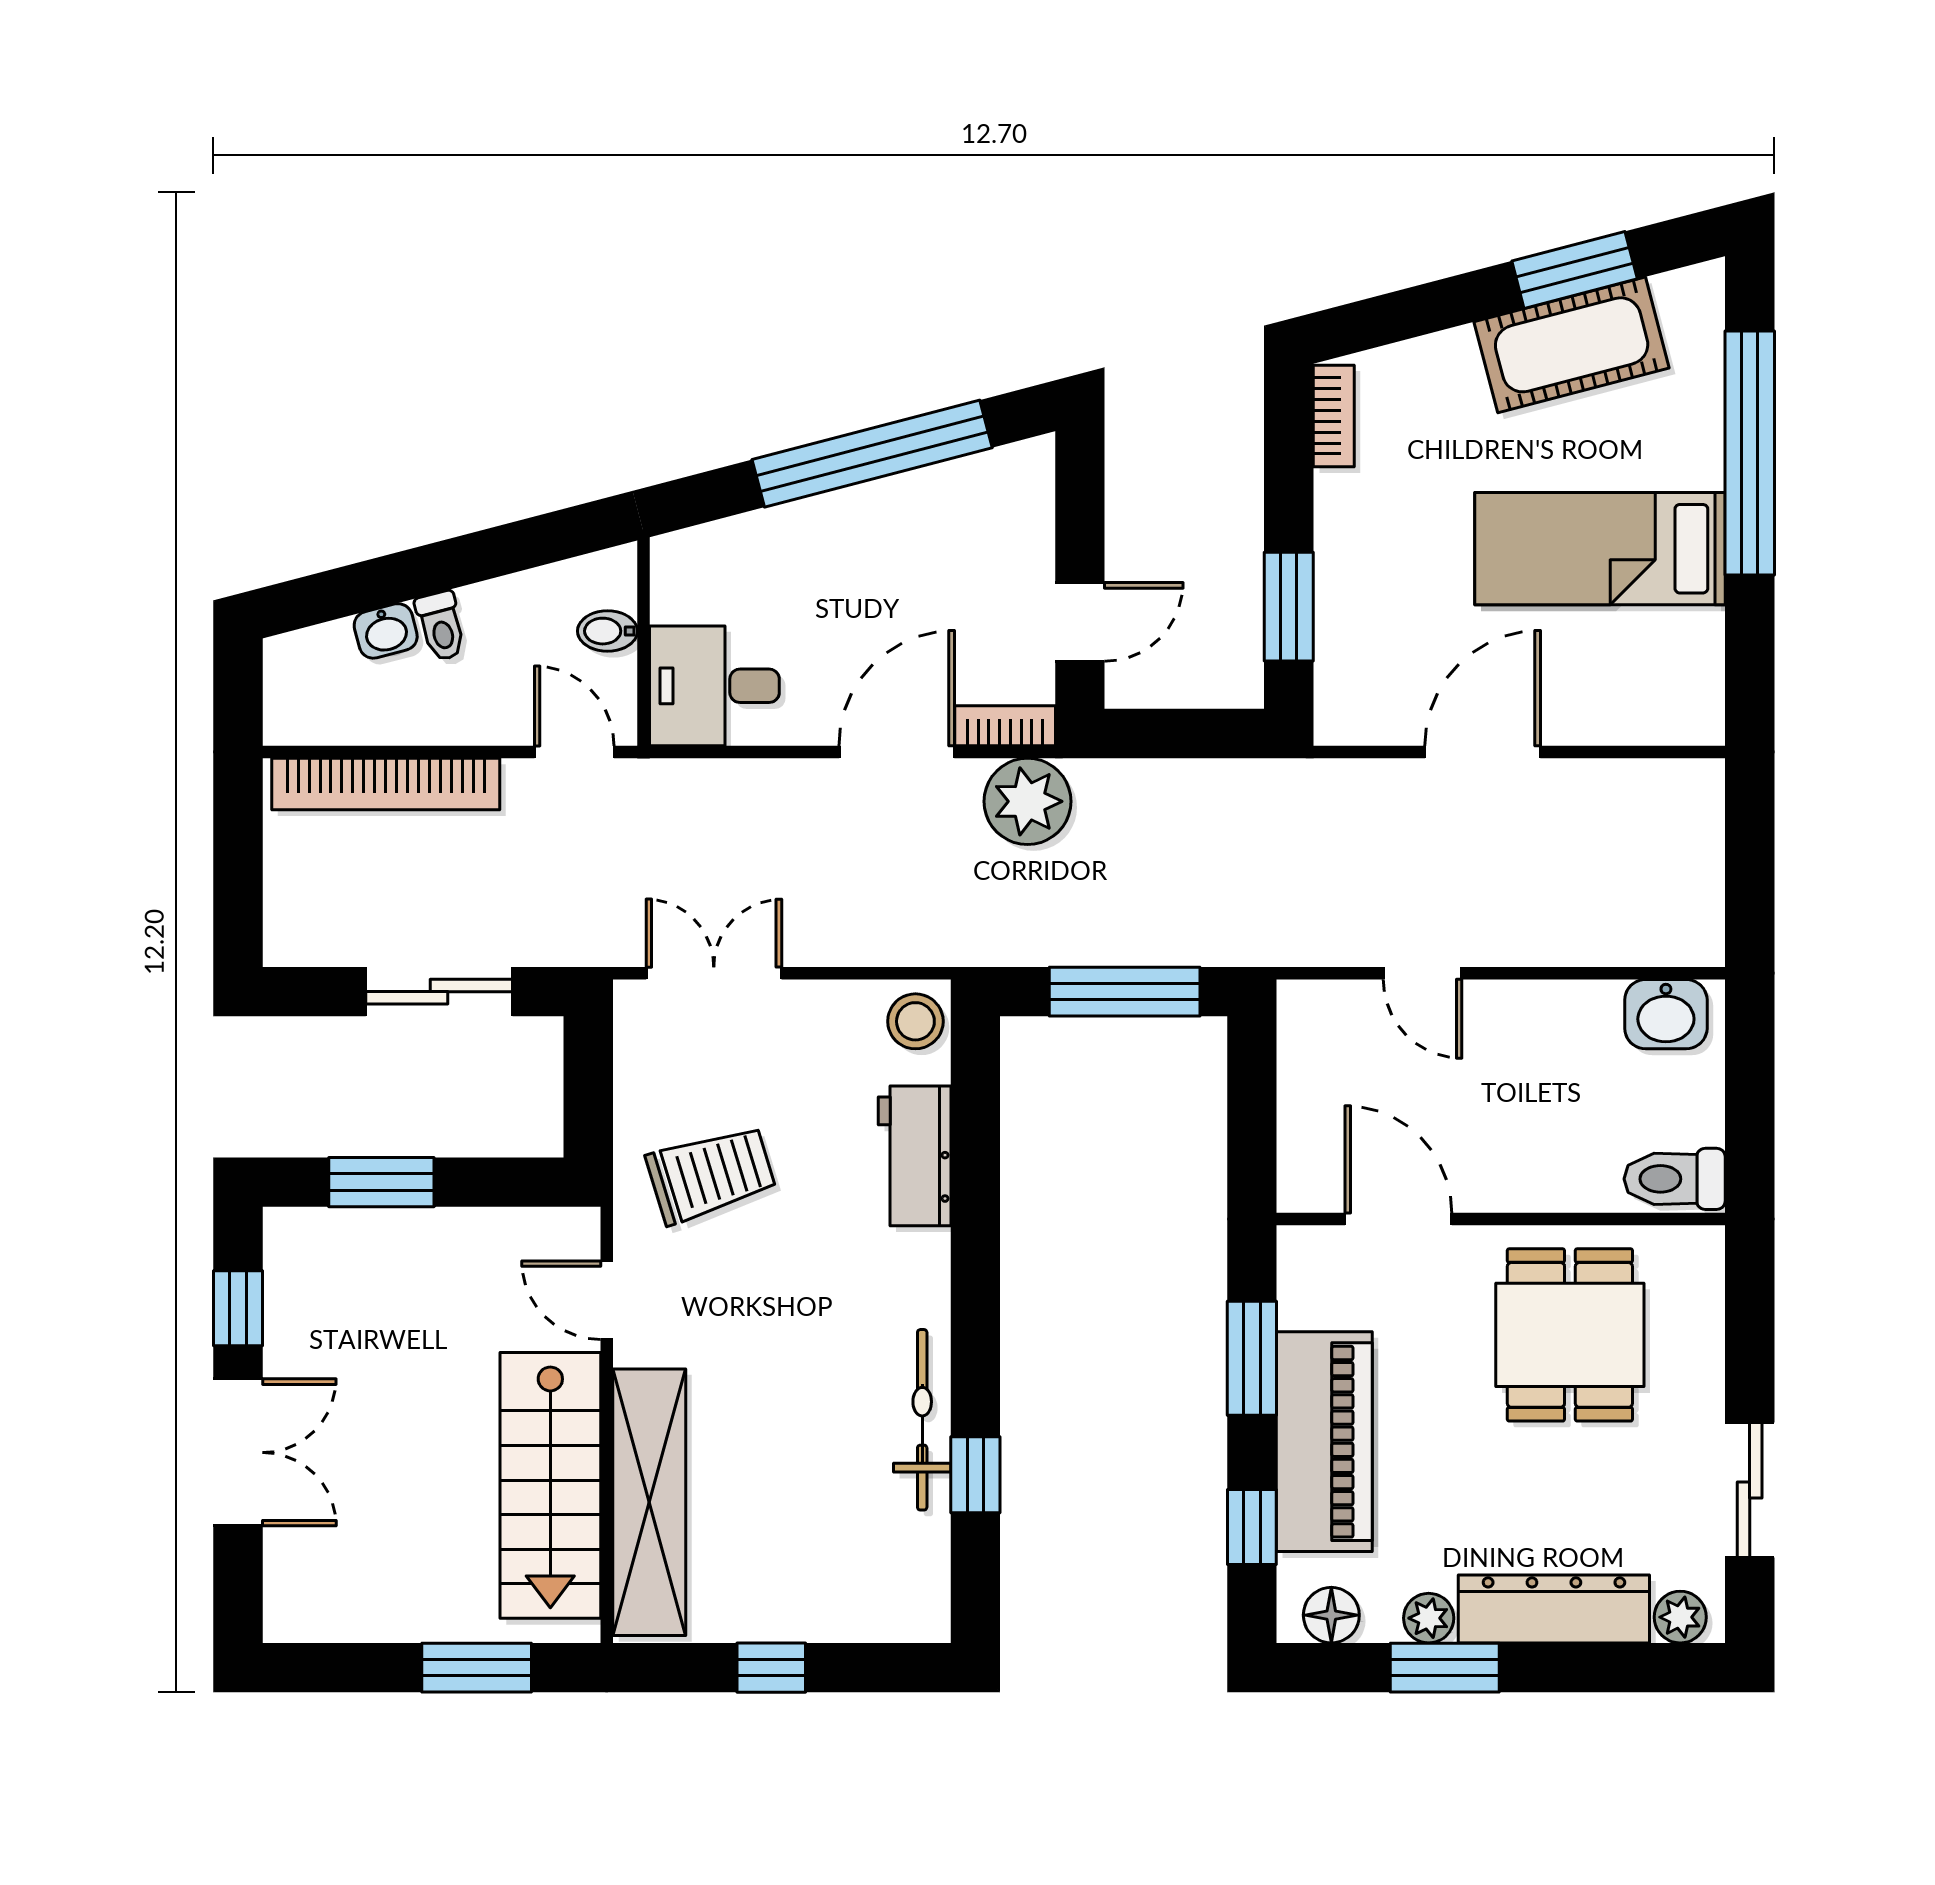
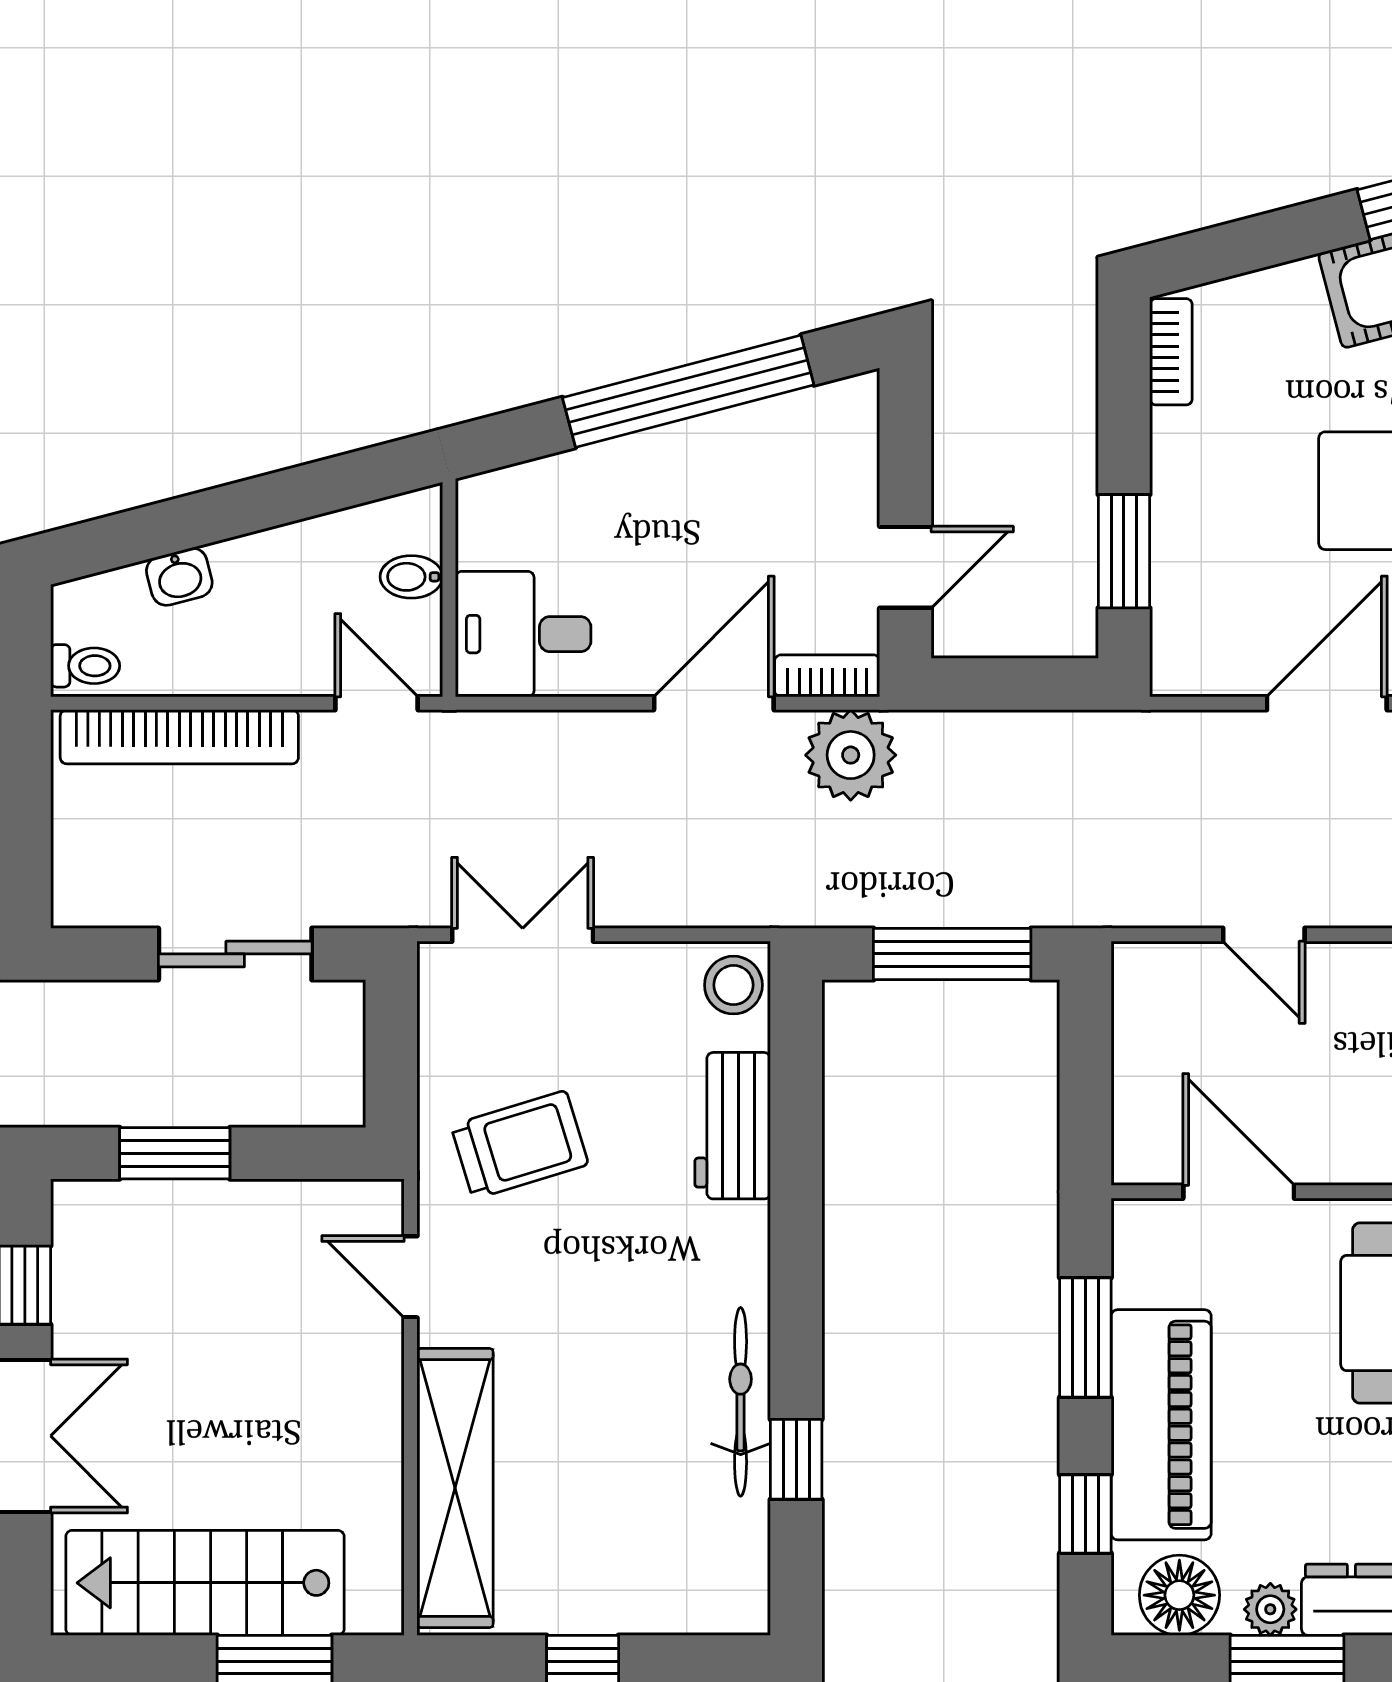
toilet: (441, 626) -> (85, 666), moved, turned -75
stairs: (550, 1485) -> (205, 1583), moved, turned 90
floor lamp: (1331, 1615) -> (1179, 1595), width x1.38, depth x1.38

